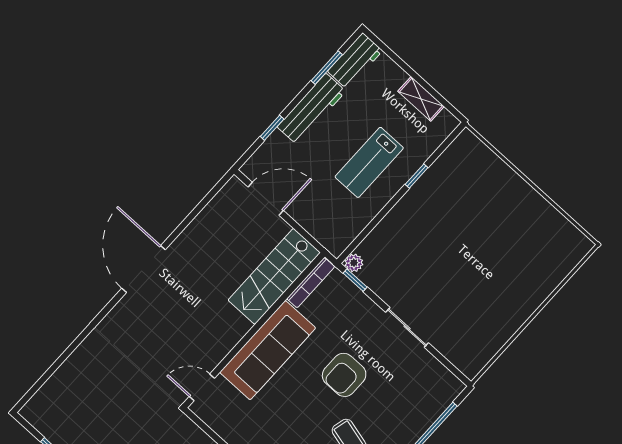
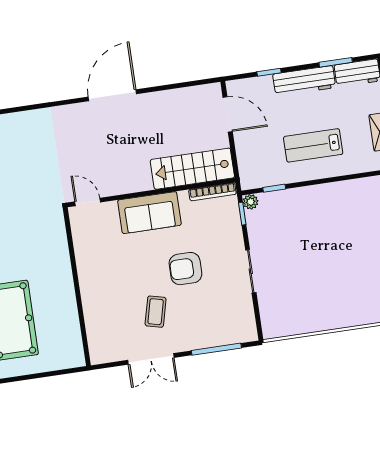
window: (417, 176) -> (274, 188), moved
sofa: (268, 350) -> (149, 213), width x0.73

